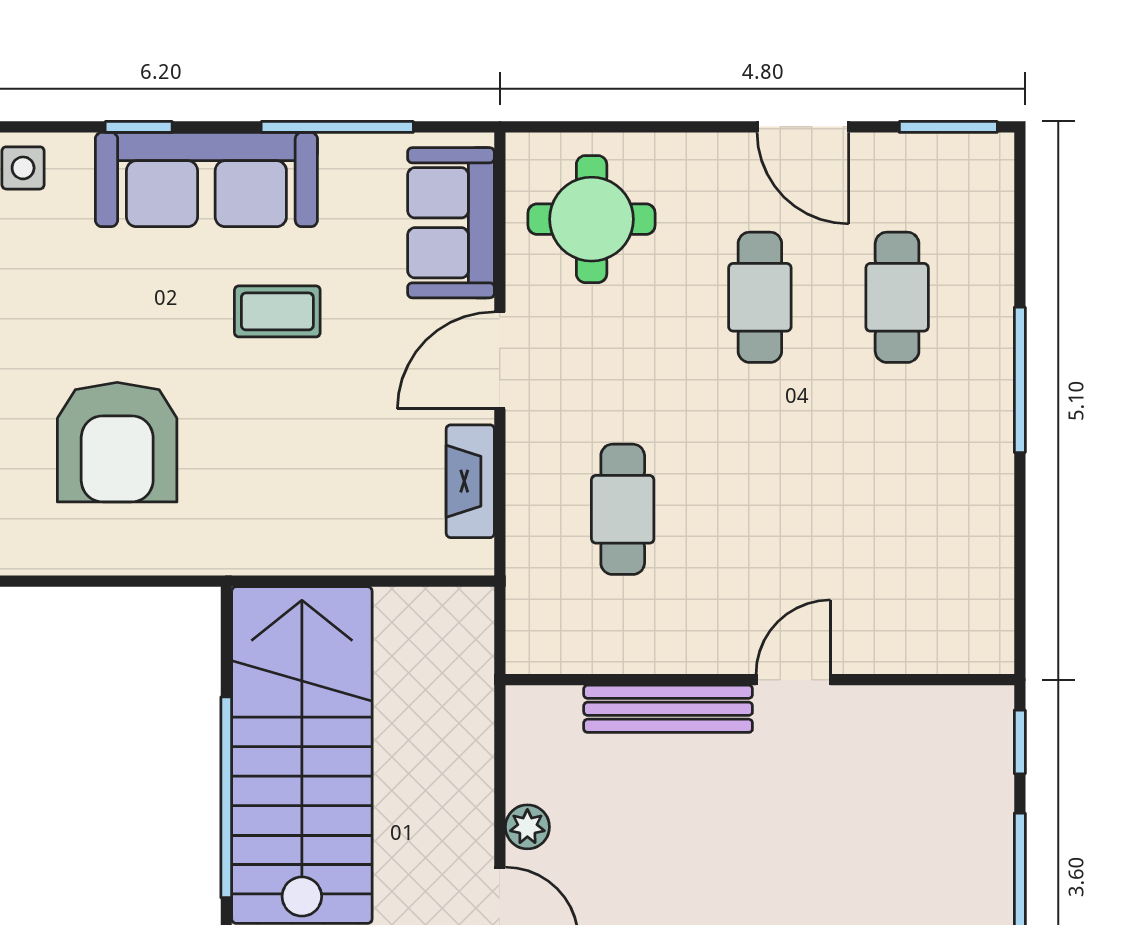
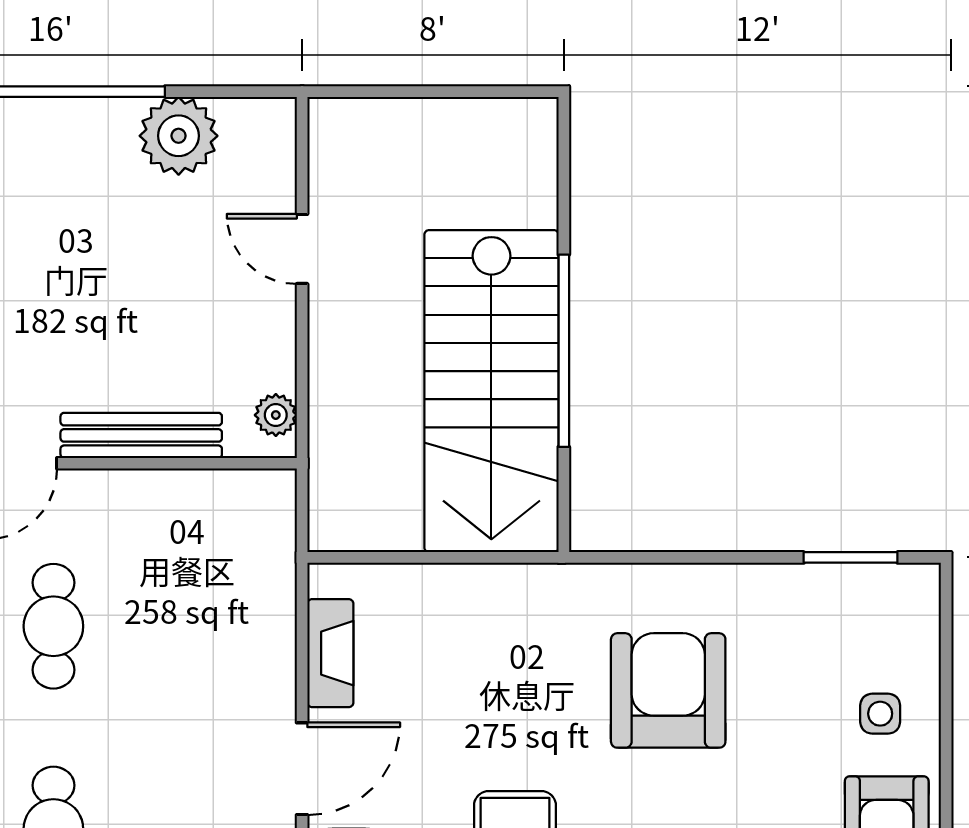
cafe table: (623, 509) -> (53, 626), moved
plant: (527, 827) -> (276, 415), moved

